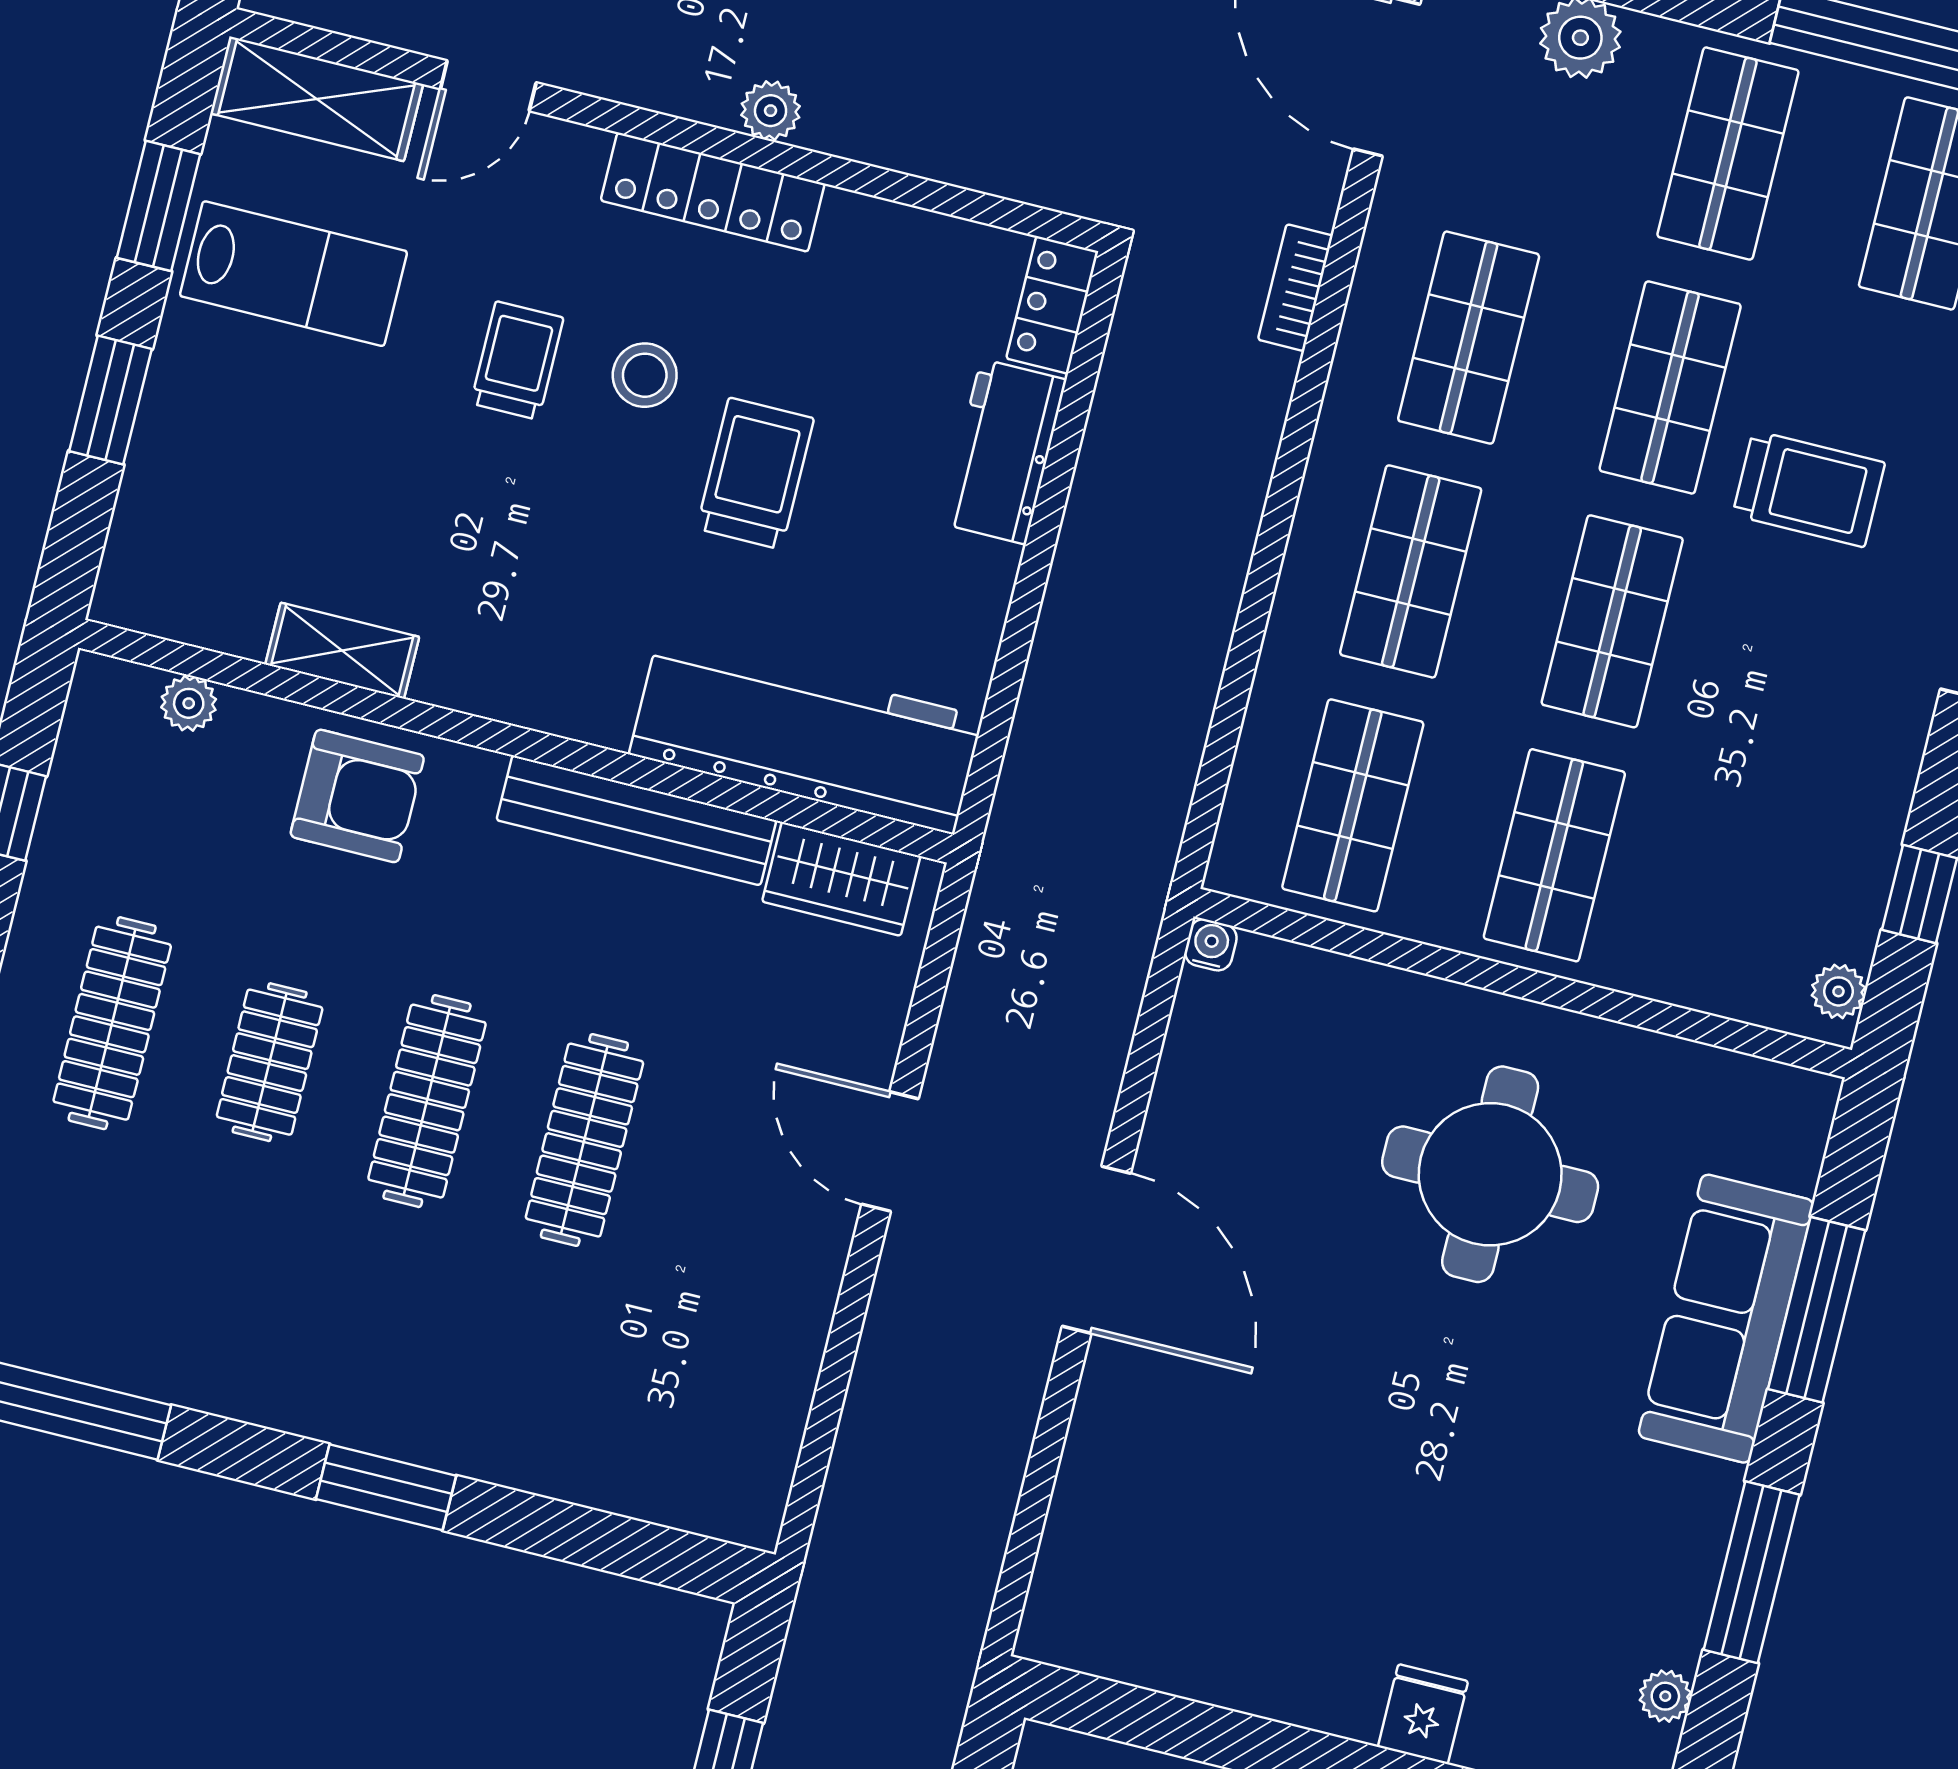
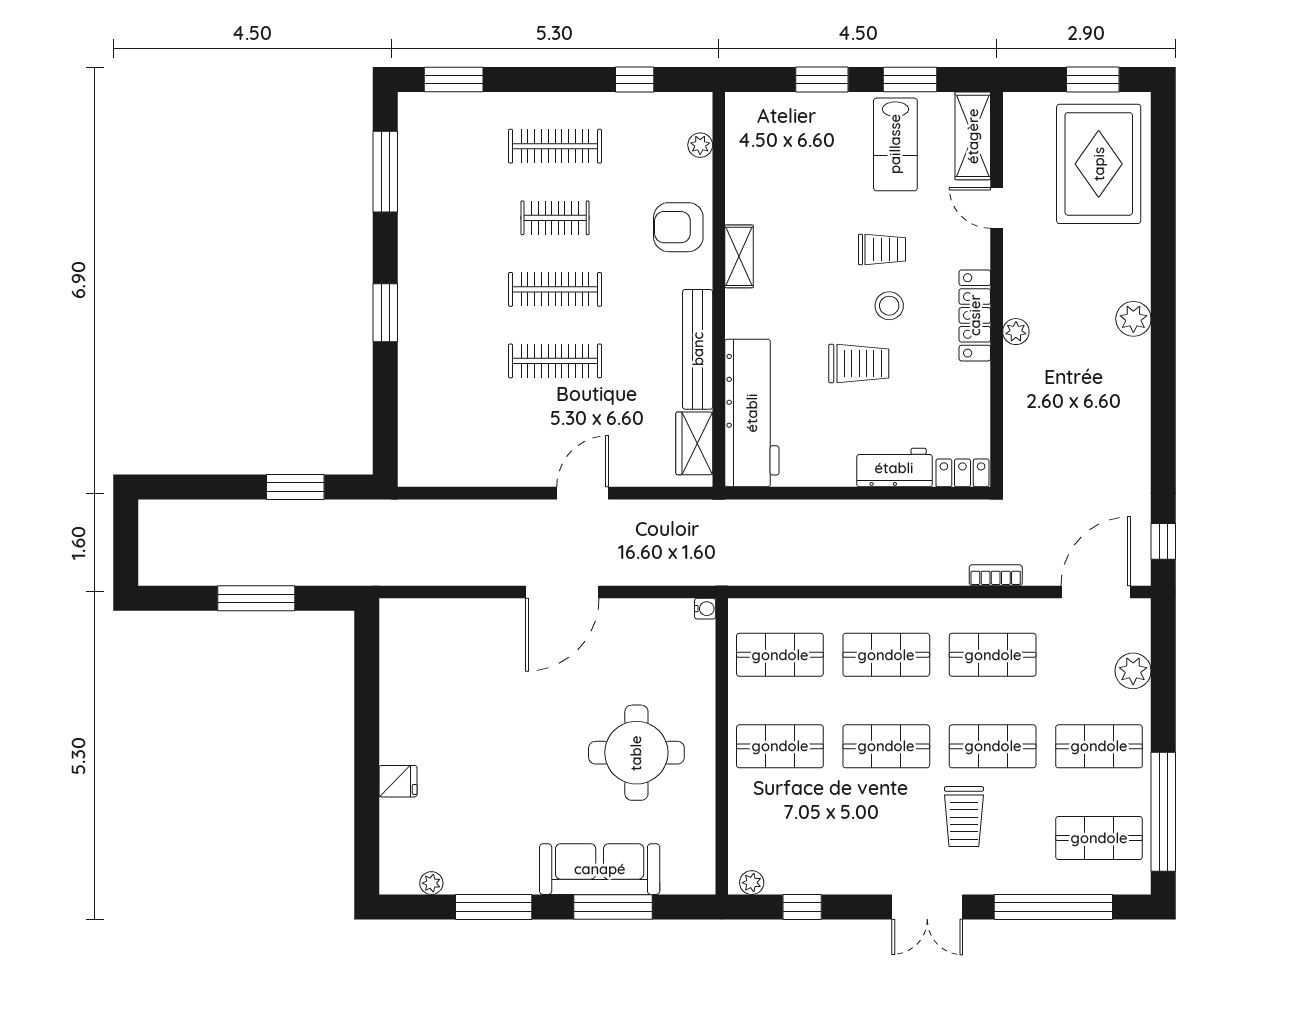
shelving: (342, 651) -> (739, 256), moved
armchair: (357, 796) -> (678, 227), turned 90

